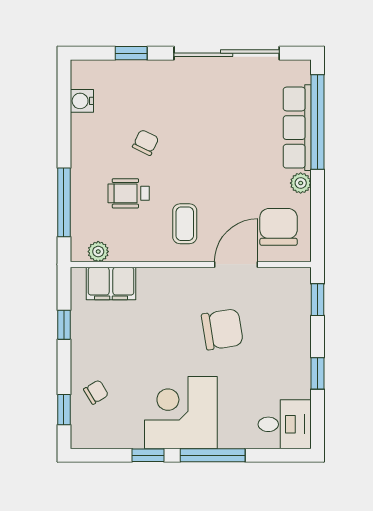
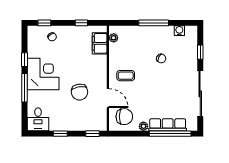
wheelchair: (129, 193) -> (139, 51), removed
window: (64, 202) -> (154, 23), moved

